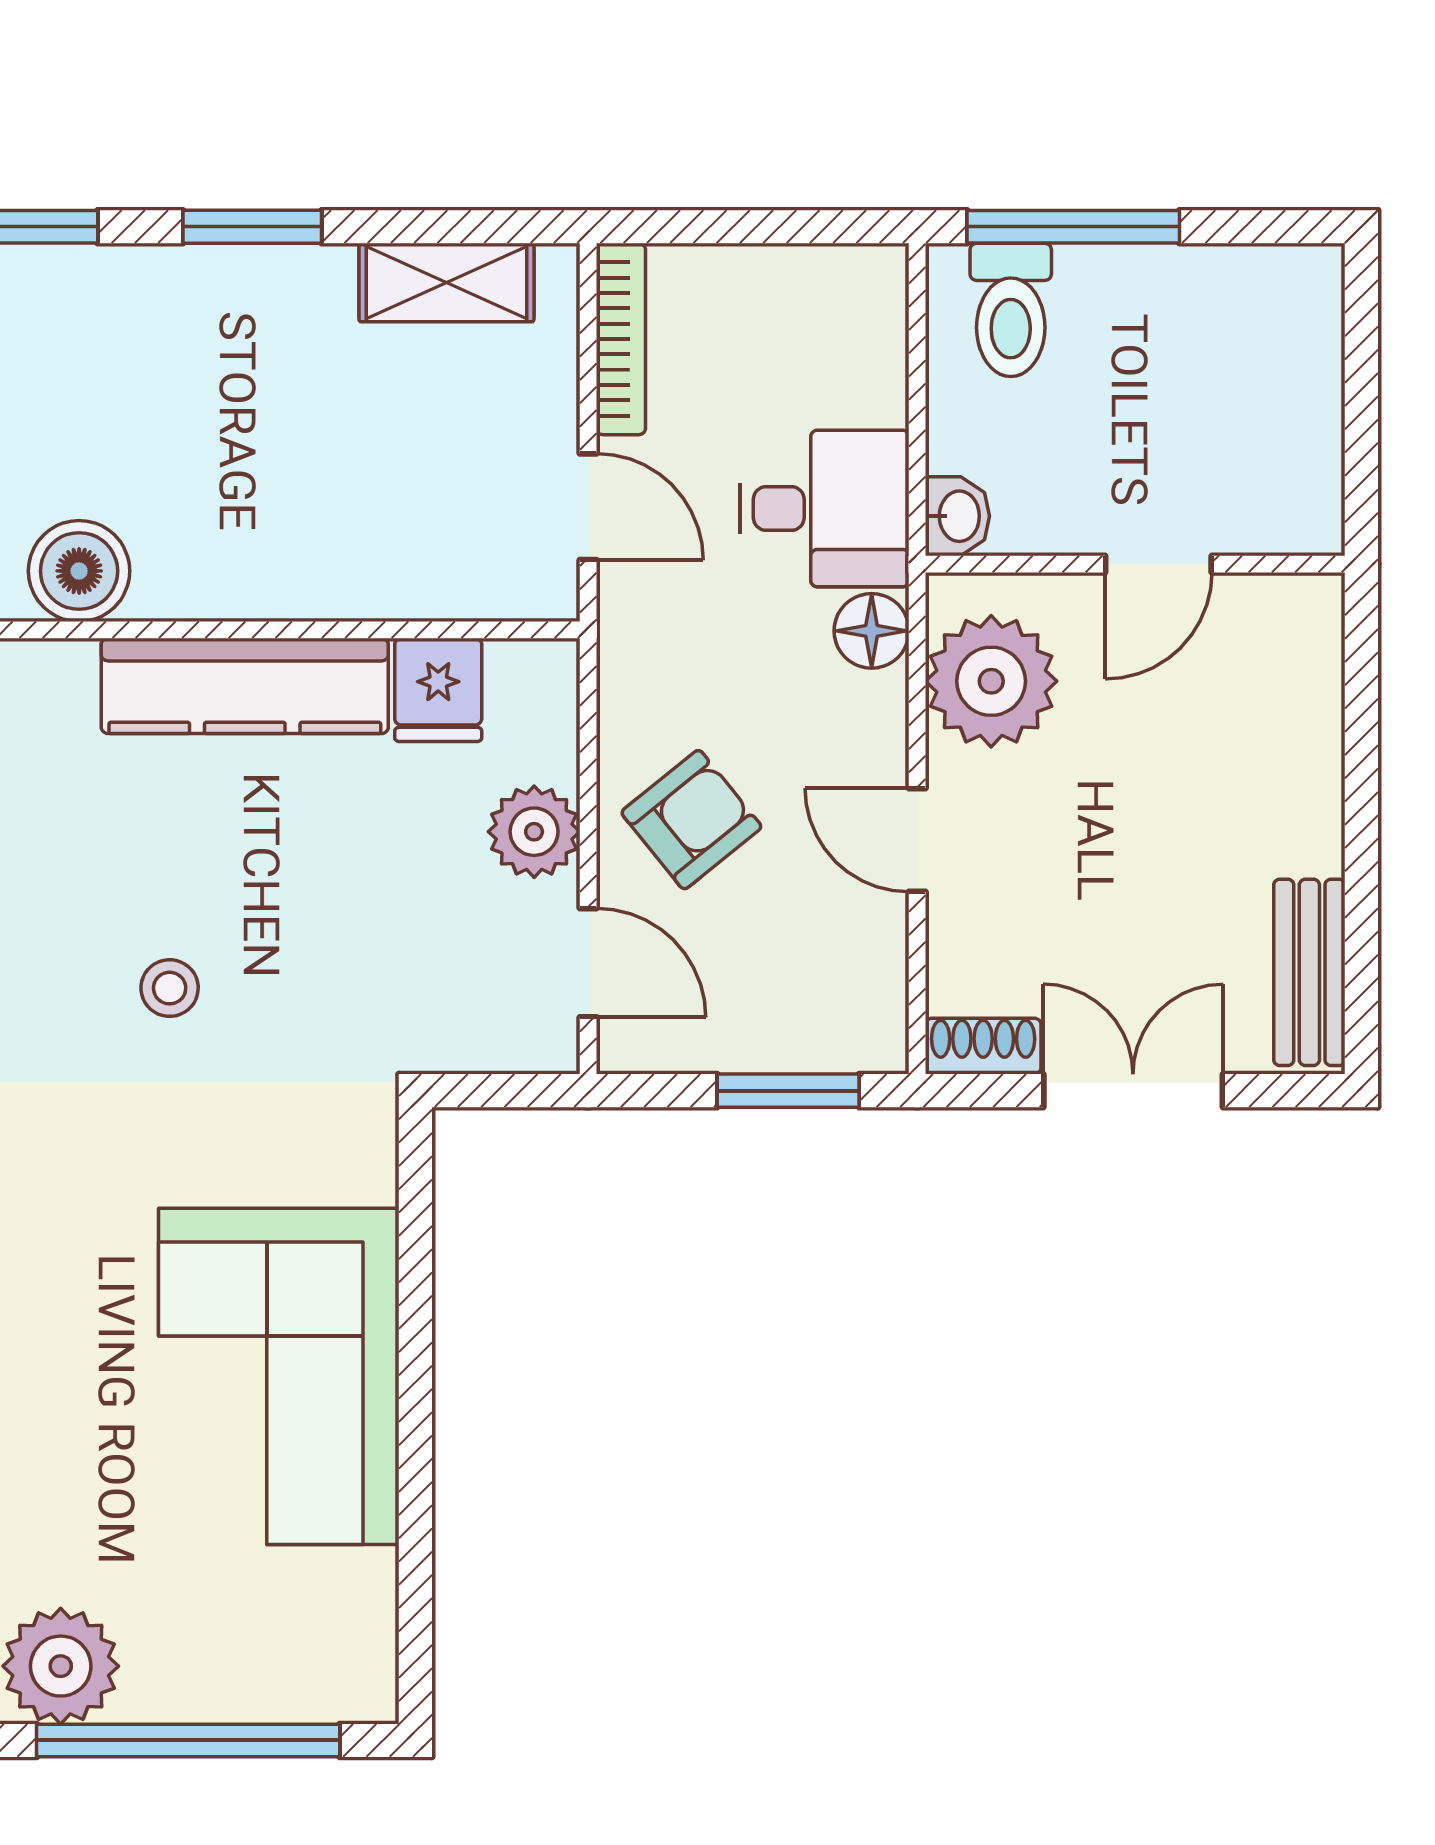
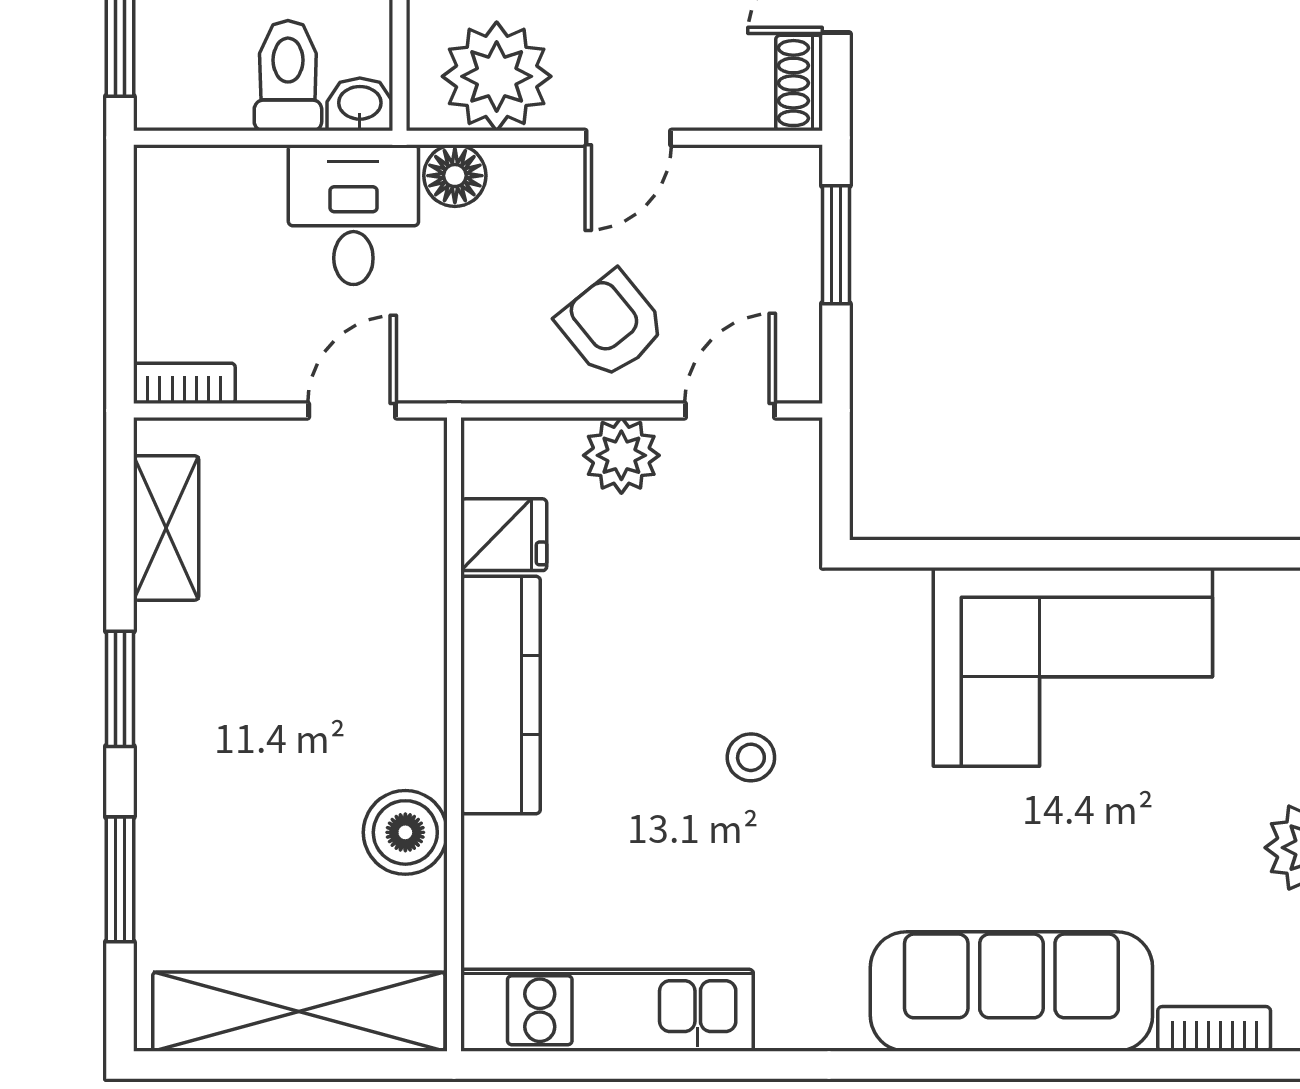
toilet: (1011, 310) -> (288, 76), moved, turned -90
bookcase: (621, 339) -> (184, 383), width x0.64

